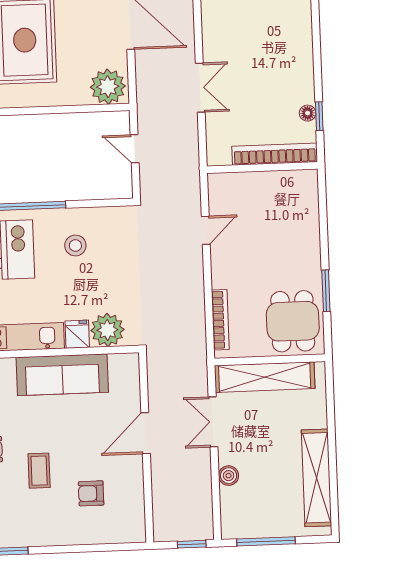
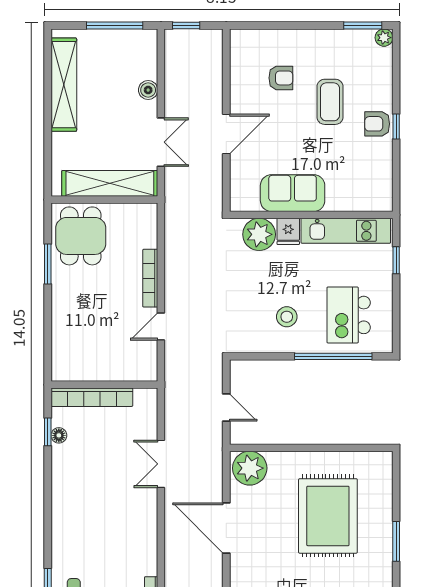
bookcase: (220, 320) -> (150, 278), moved
sofa: (62, 375) -> (293, 193), width x0.73
coffee table: (39, 471) -> (330, 102), width x1.36, depth x1.30

